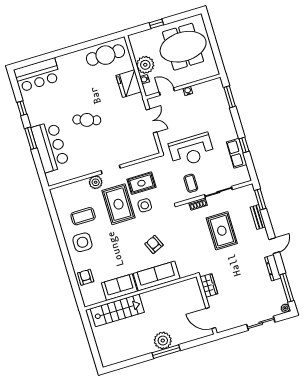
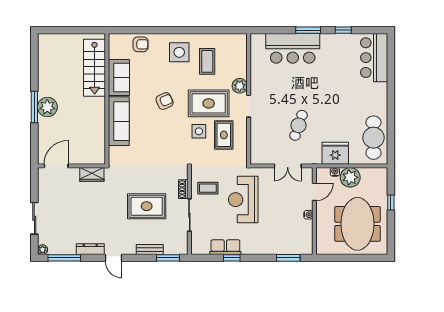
cafe table: (87, 120) -> (299, 125), moved
armchair: (154, 244) -> (165, 101), moved

